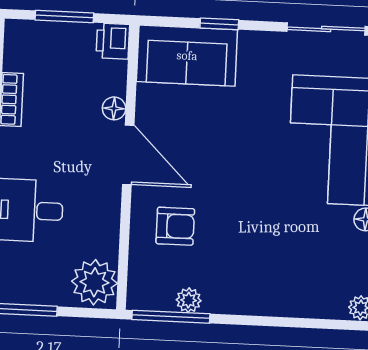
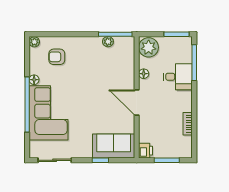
floor lamp: (114, 108) -> (144, 74), moved
armchair: (175, 226) -> (57, 57), moved

